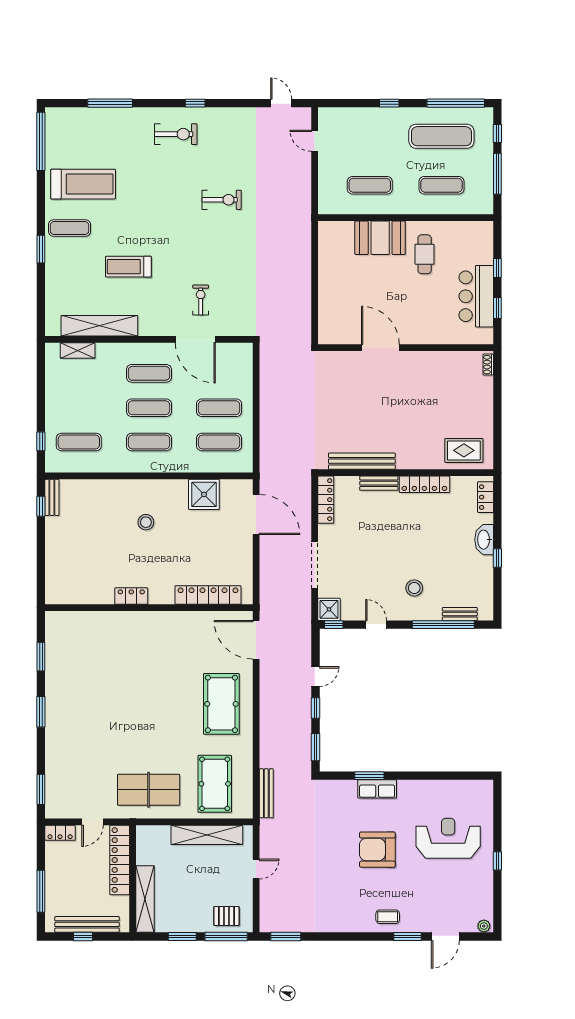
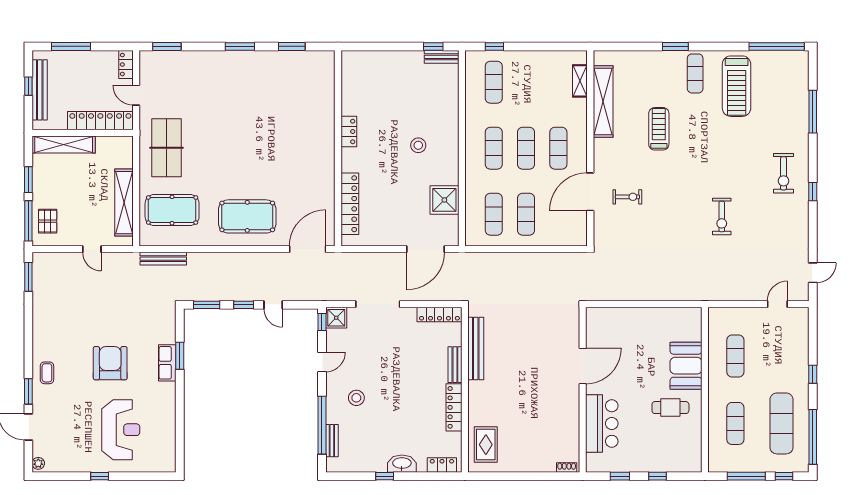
bar counter: (476, 296) -> (602, 424), moved, turned 90

